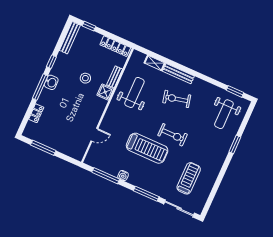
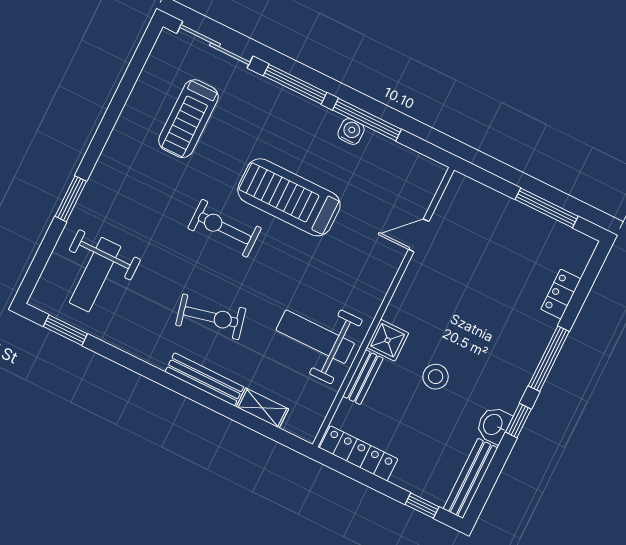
washbasin: (51, 82) -> (494, 425), moved
weight bench: (134, 92) -> (315, 337), turned 90
weight bench: (224, 114) -> (95, 275), turned 180
window: (106, 176) -> (367, 120), moved

